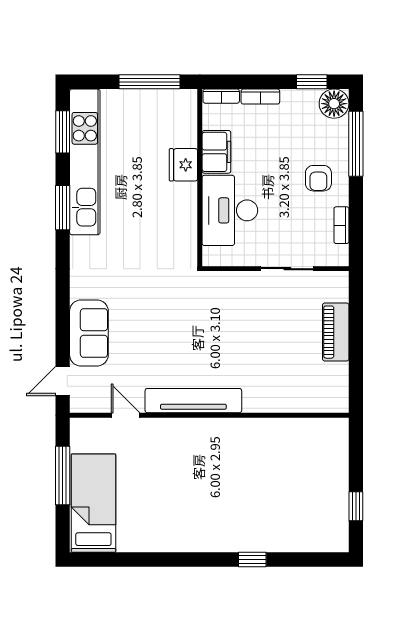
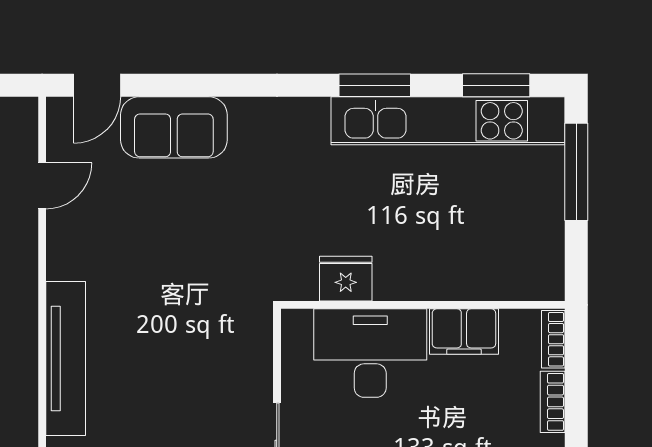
window: (149, 82) -> (576, 172), moved
fridge: (183, 165) -> (346, 279), moved
door: (63, 381) -> (97, 85), swing flipped
tv unit: (193, 401) -> (66, 358), moved

